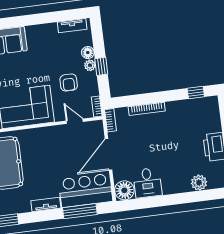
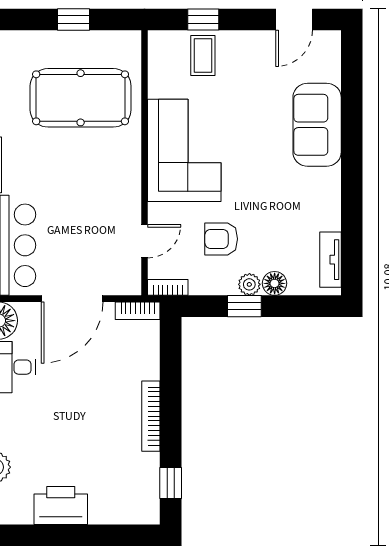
bookcase: (147, 109) -> (151, 416), moved
door: (109, 154) -> (72, 299), swing flipped

